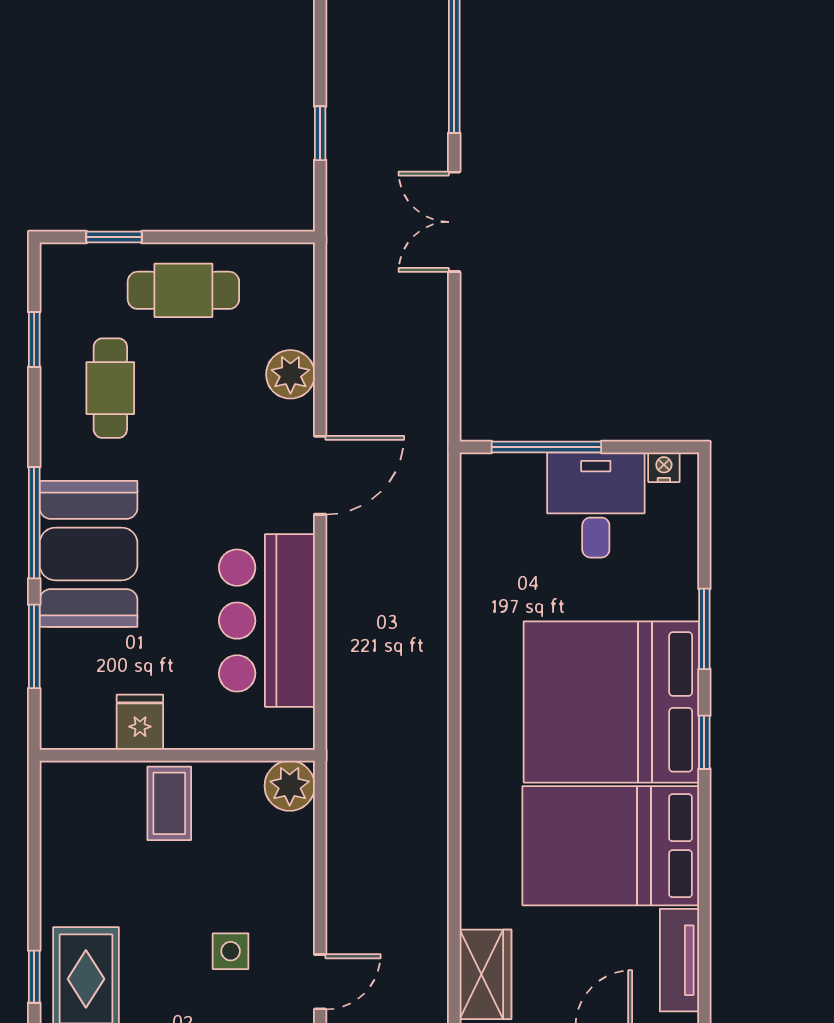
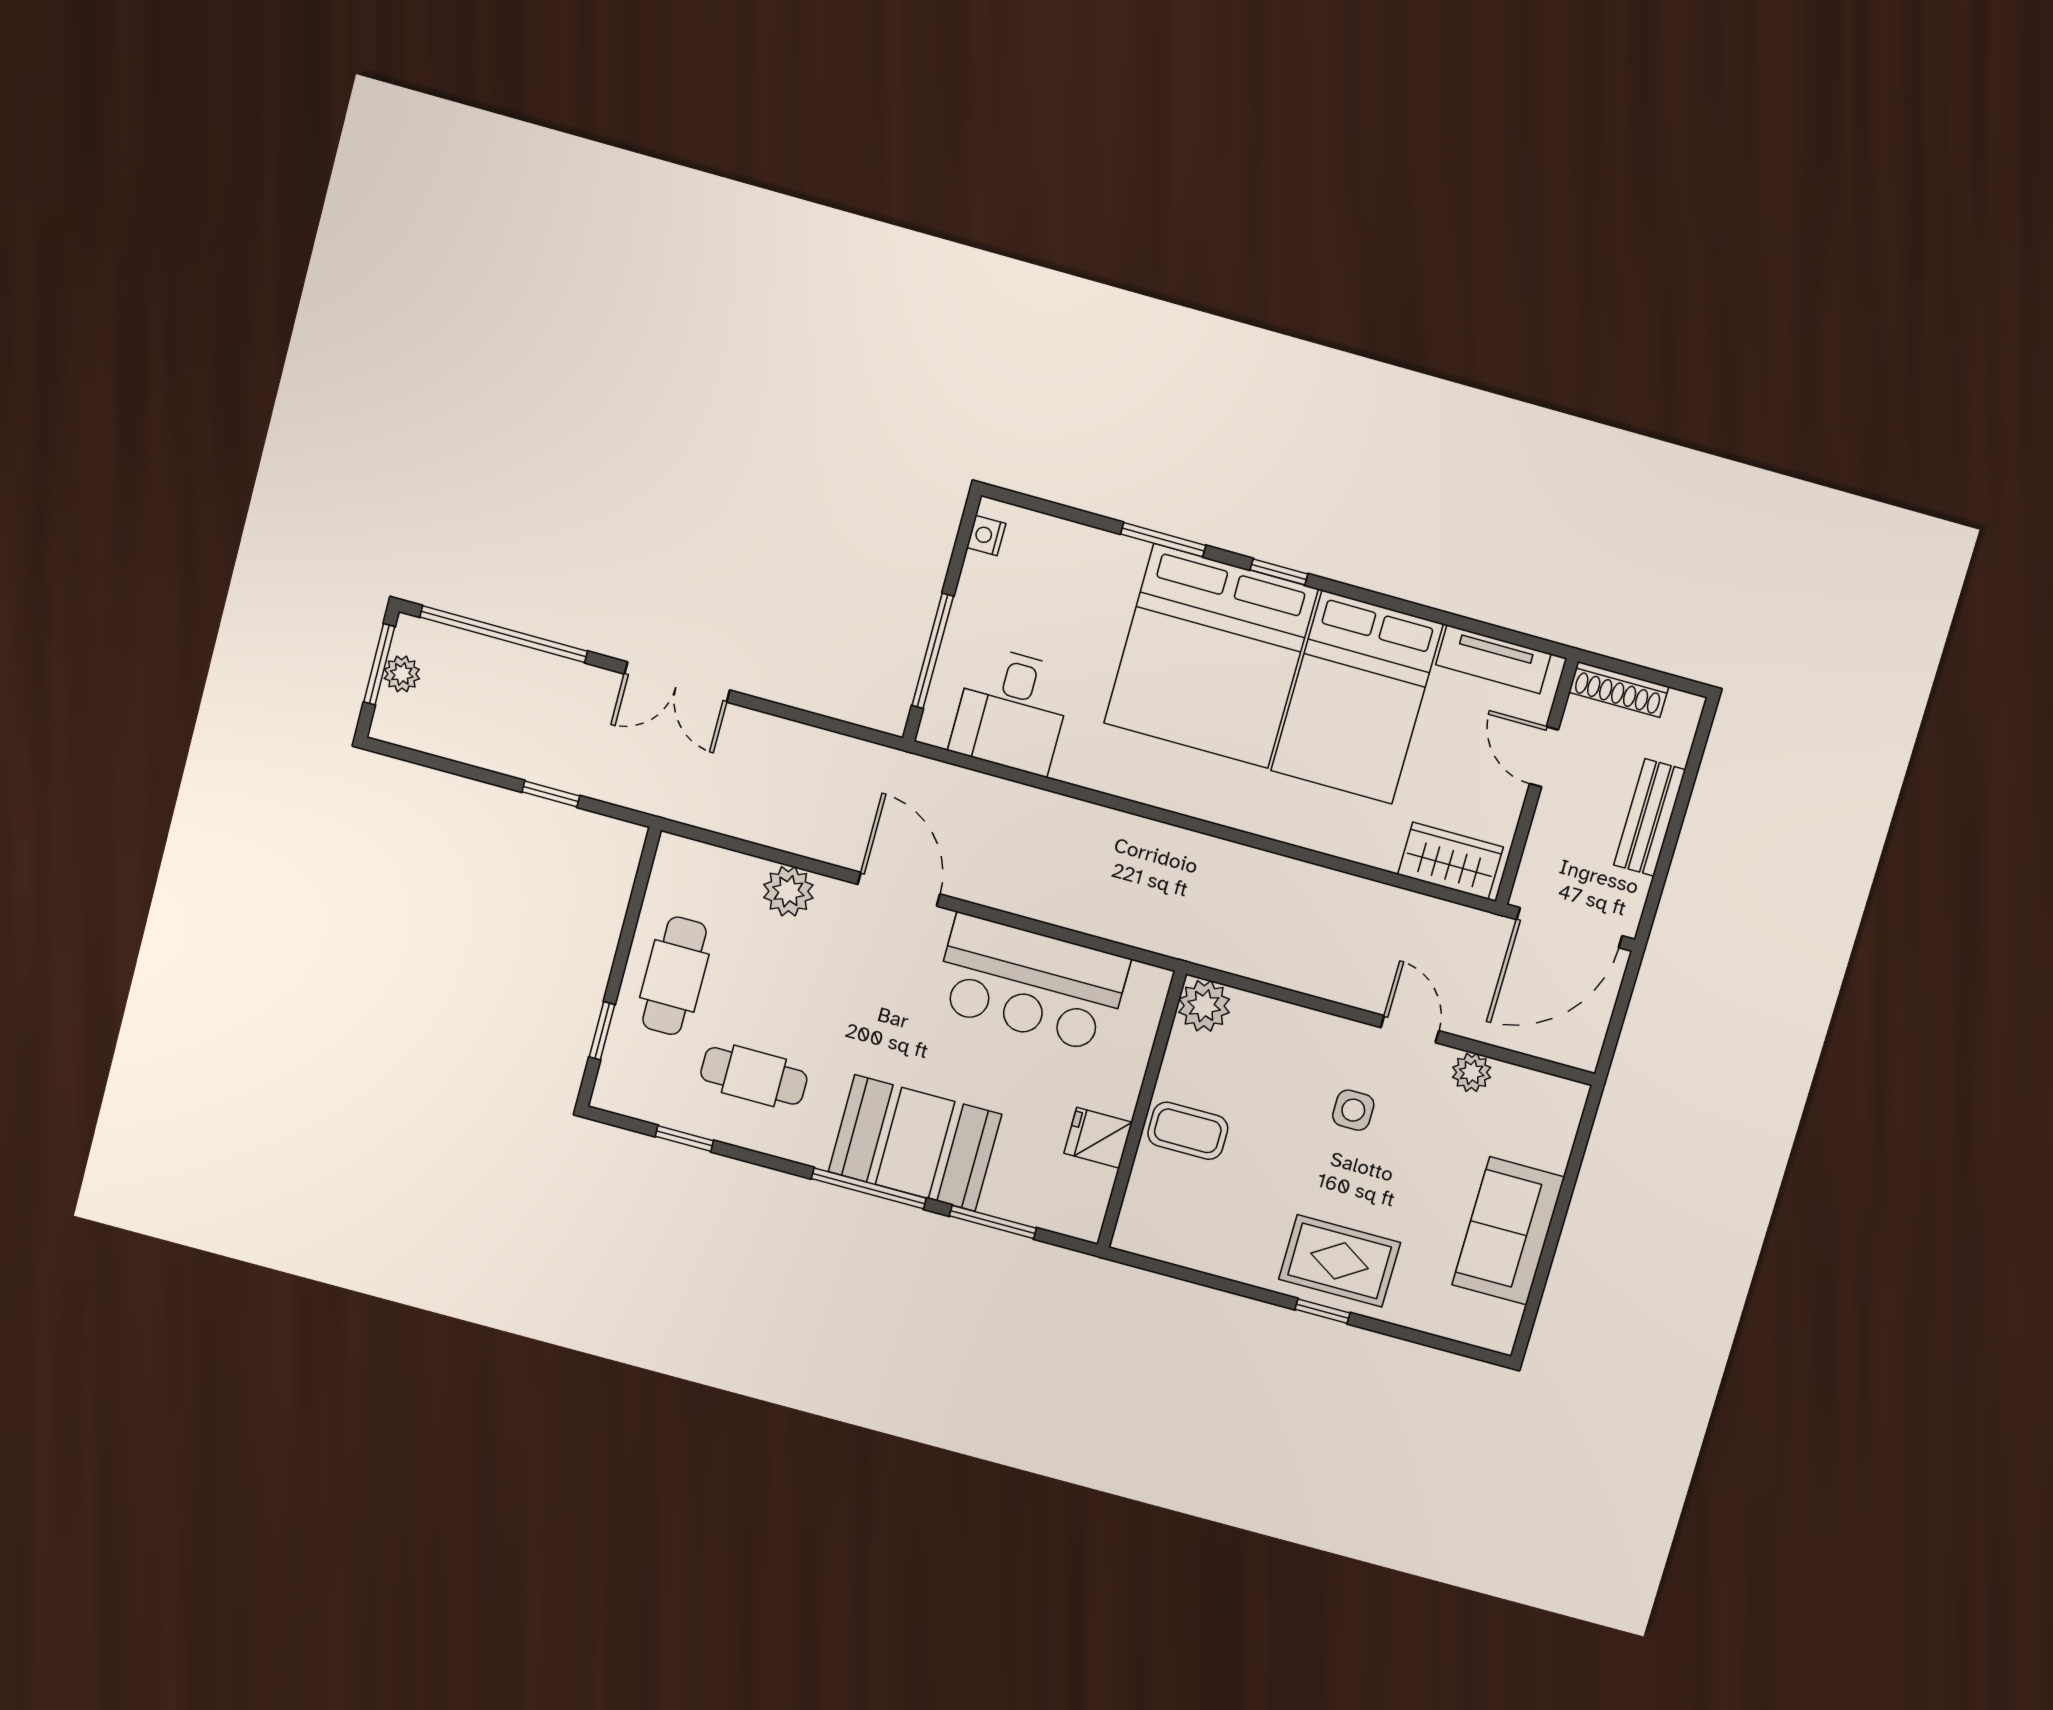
desk: (596, 505) -> (1012, 710), moved, turned -90

